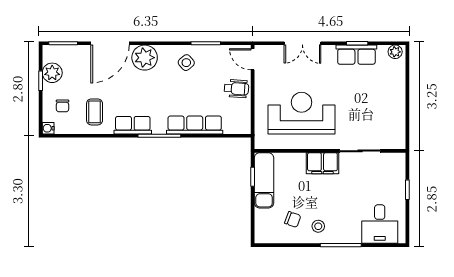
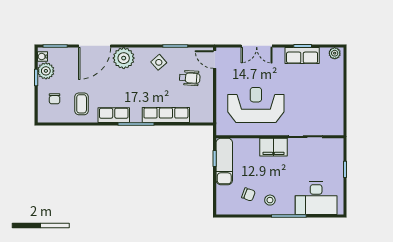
wheelchair: (236, 89) -> (190, 78), moved
water cooler: (48, 128) -> (42, 57), moved
desk: (380, 224) -> (316, 198), width x1.37

